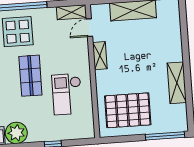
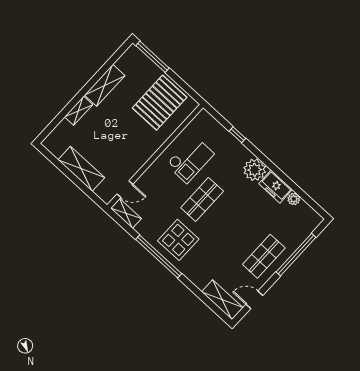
shelving: (100, 56) -> (79, 111), moved
pallet: (128, 110) -> (160, 103), turned 90

